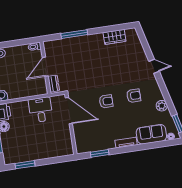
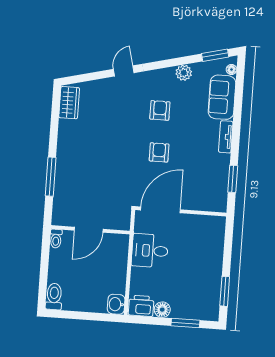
wardrobe: (115, 37) -> (69, 103), moved
door: (45, 67) -> (89, 230), hinge flipped
dresser: (54, 84) -> (116, 223), removed

